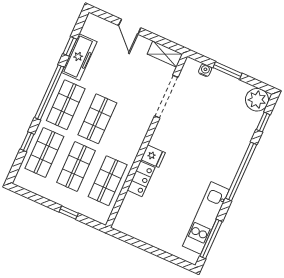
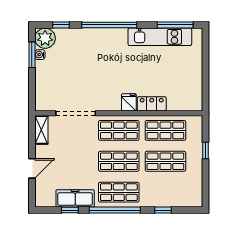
water cooler: (205, 70) -> (40, 55), moved
window: (228, 70) -> (32, 55), moved
shop shelf: (44, 152) -> (119, 130), moved

